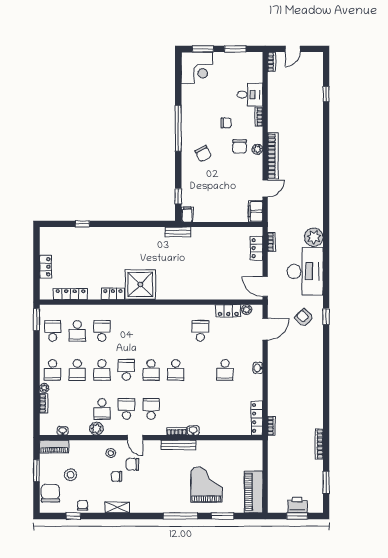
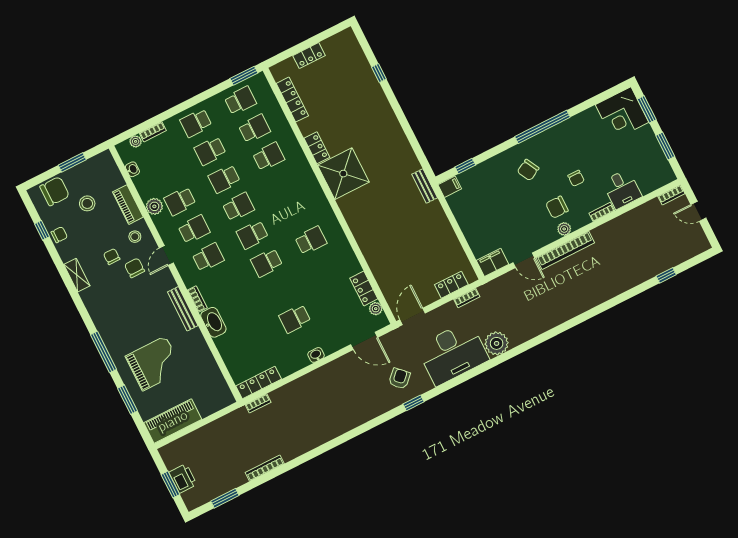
school desk: (77, 331) -> (254, 128), turned 180
school desk: (200, 331) -> (311, 240), moved
plant: (44, 388) -> (136, 141), moved
washbasin: (193, 430) -> (213, 322), width x1.91, depth x1.45
piano: (54, 447) -> (128, 205), moved

